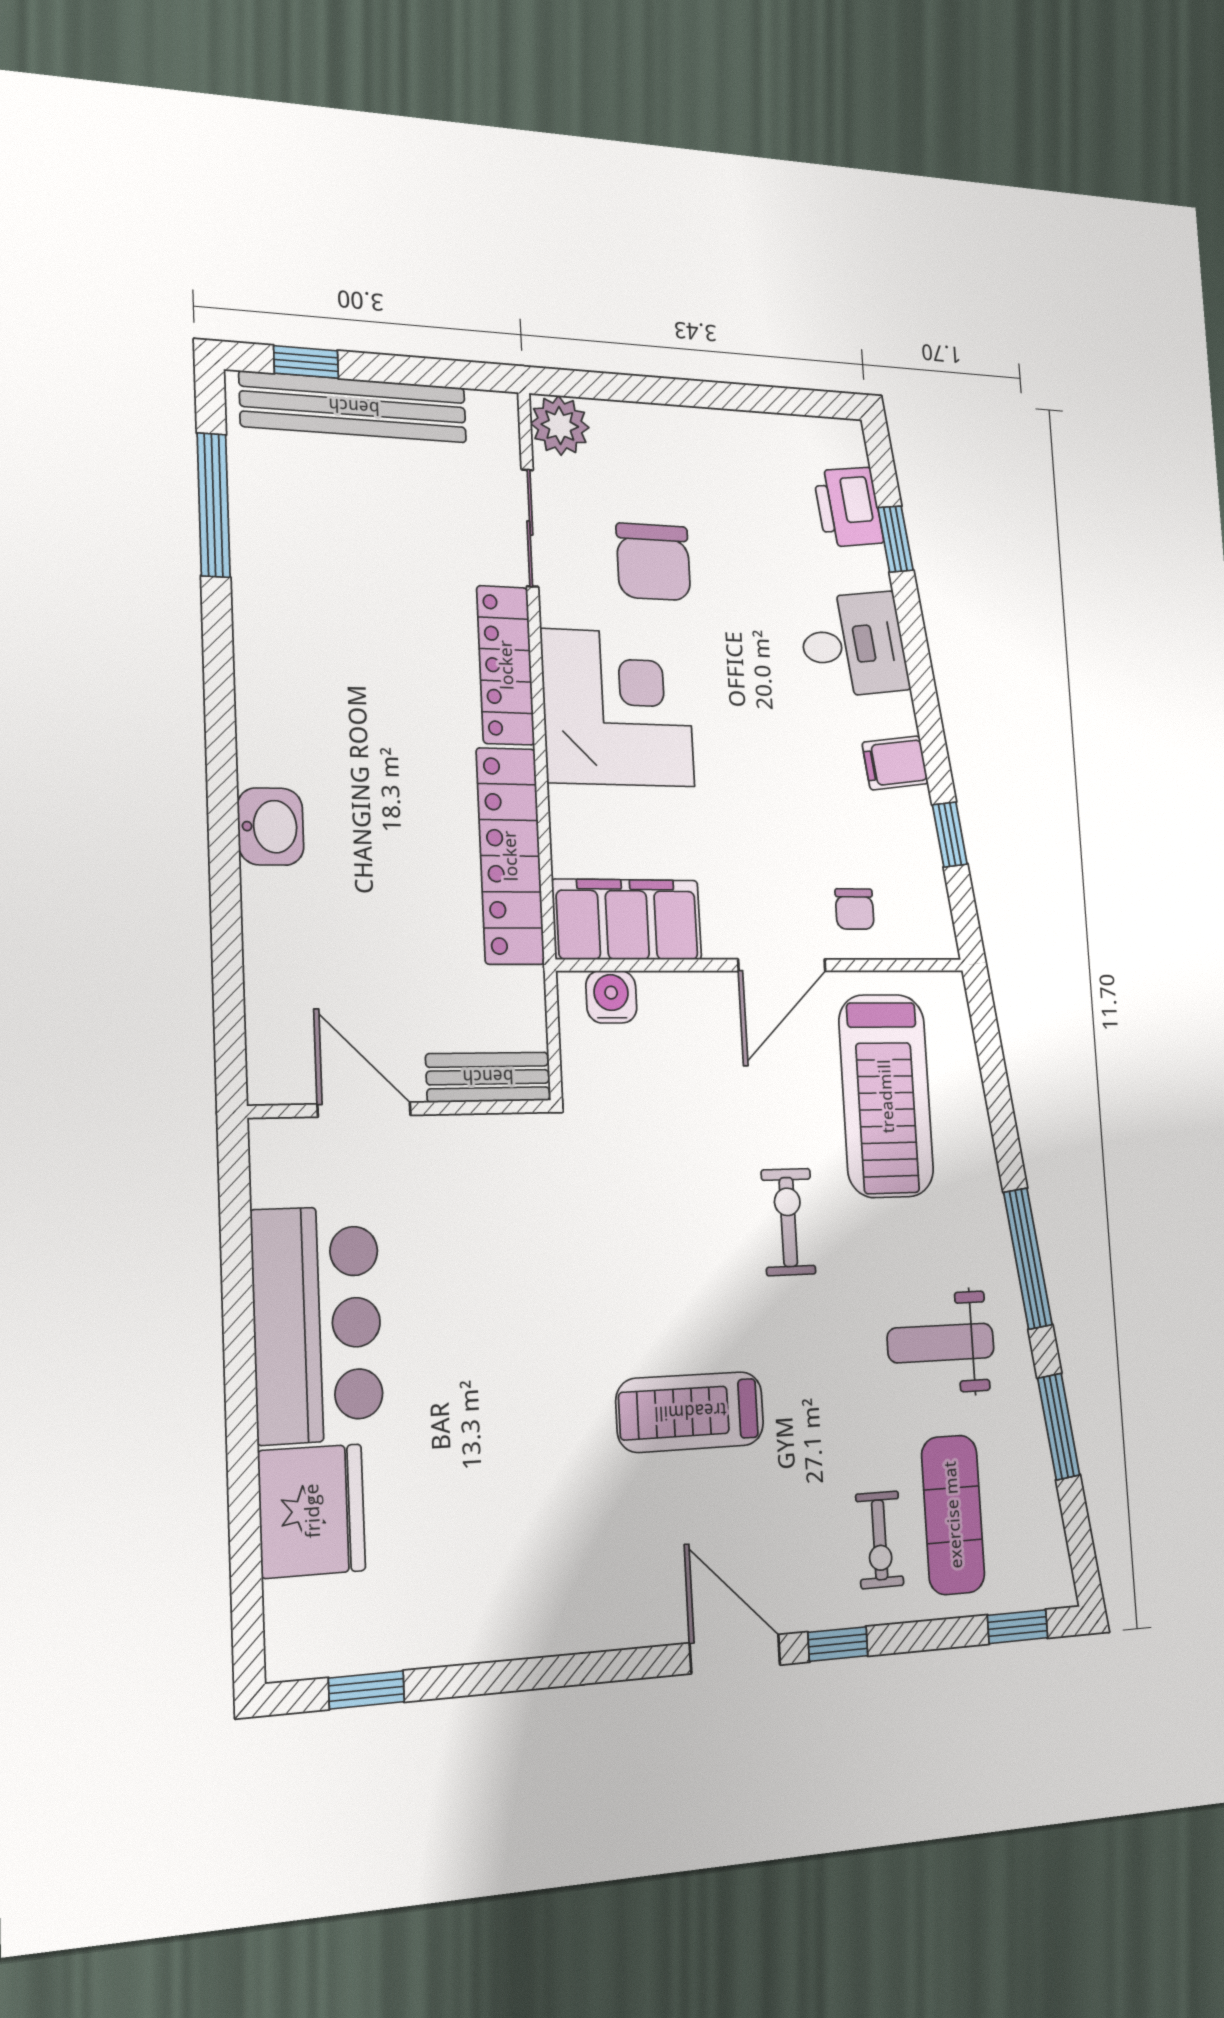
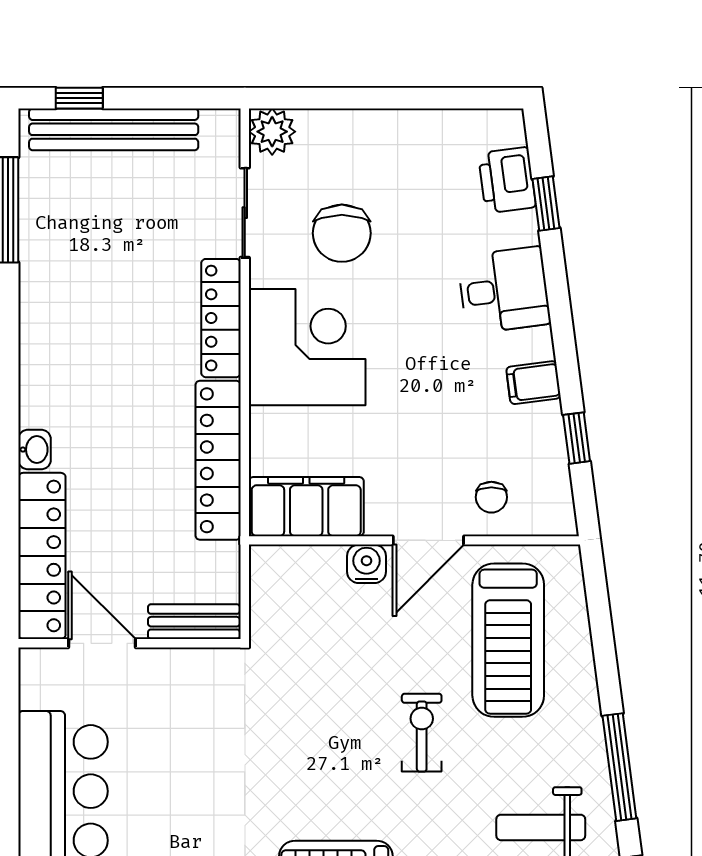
washbasin: (271, 827) -> (35, 450), width x0.72, depth x0.69
locker: (276, 987) -> (42, 556), added
water cooler: (611, 997) -> (366, 564), moved

